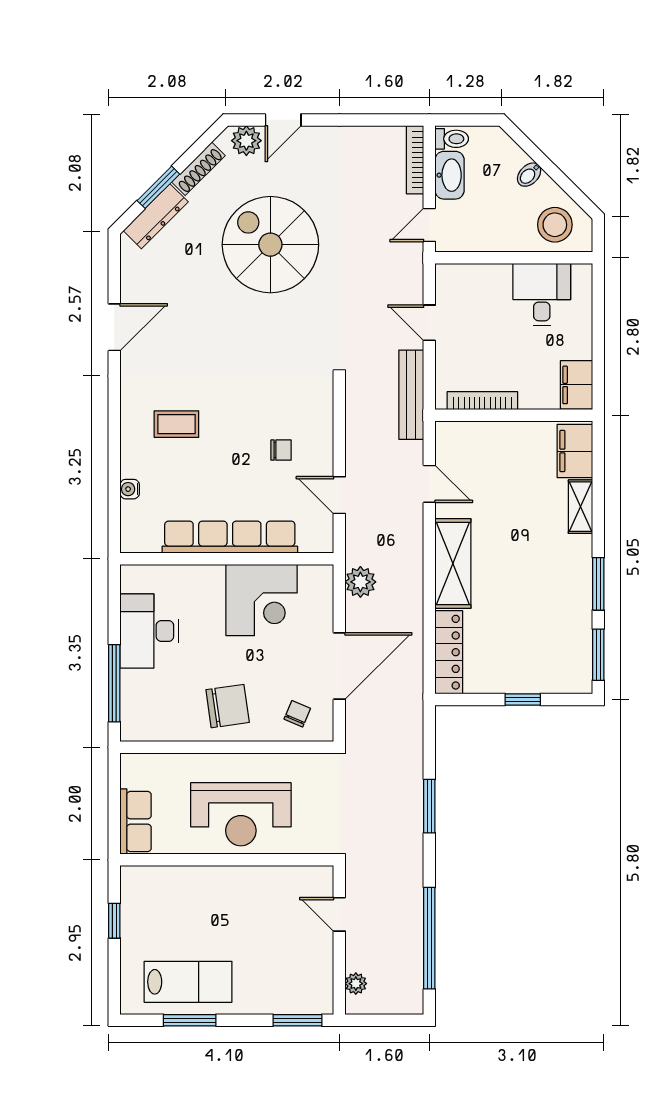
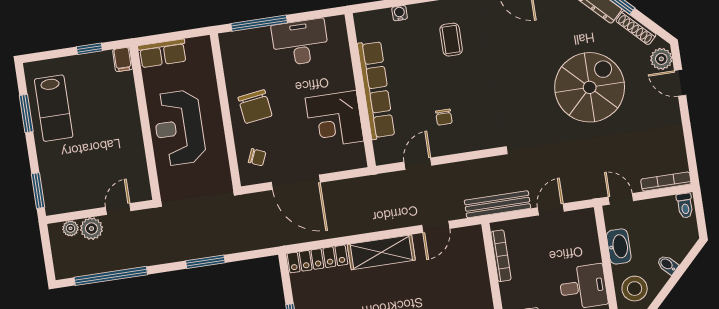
washbasin: (450, 175) -> (619, 246), moved, turned -90
plant: (360, 582) -> (91, 229), moved
filing cabinet: (136, 877) -> (123, 59), added

